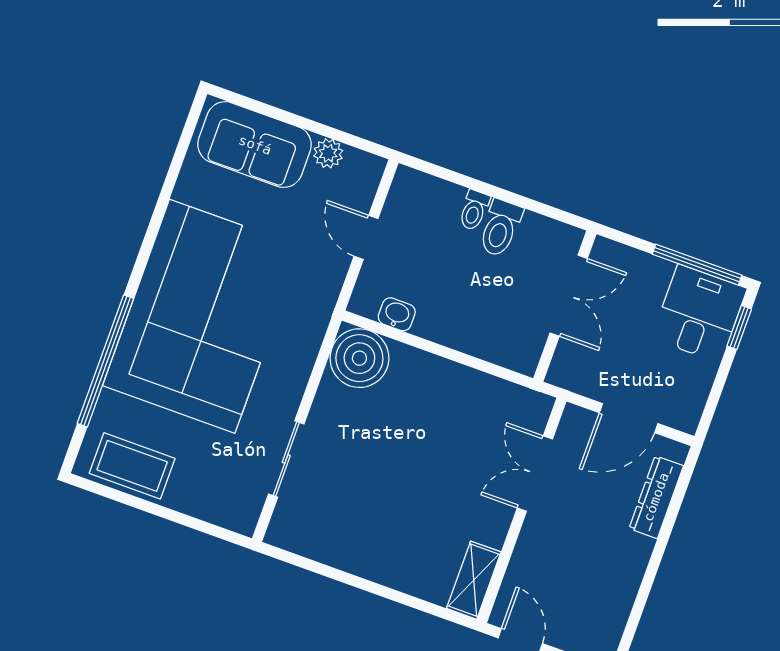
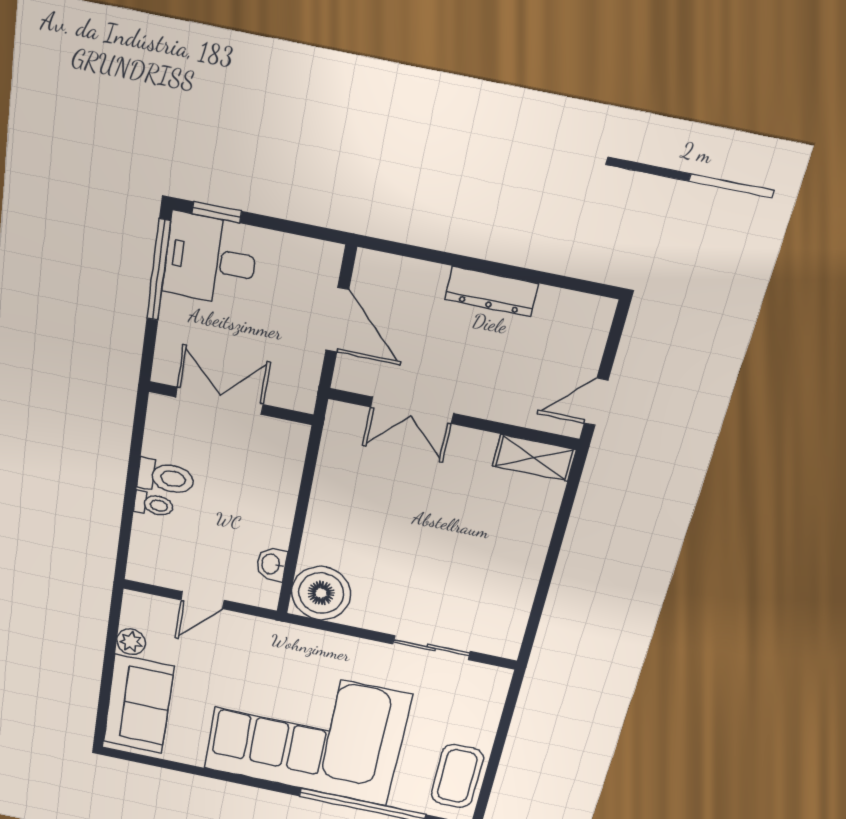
dresser: (656, 497) -> (492, 292), moved

